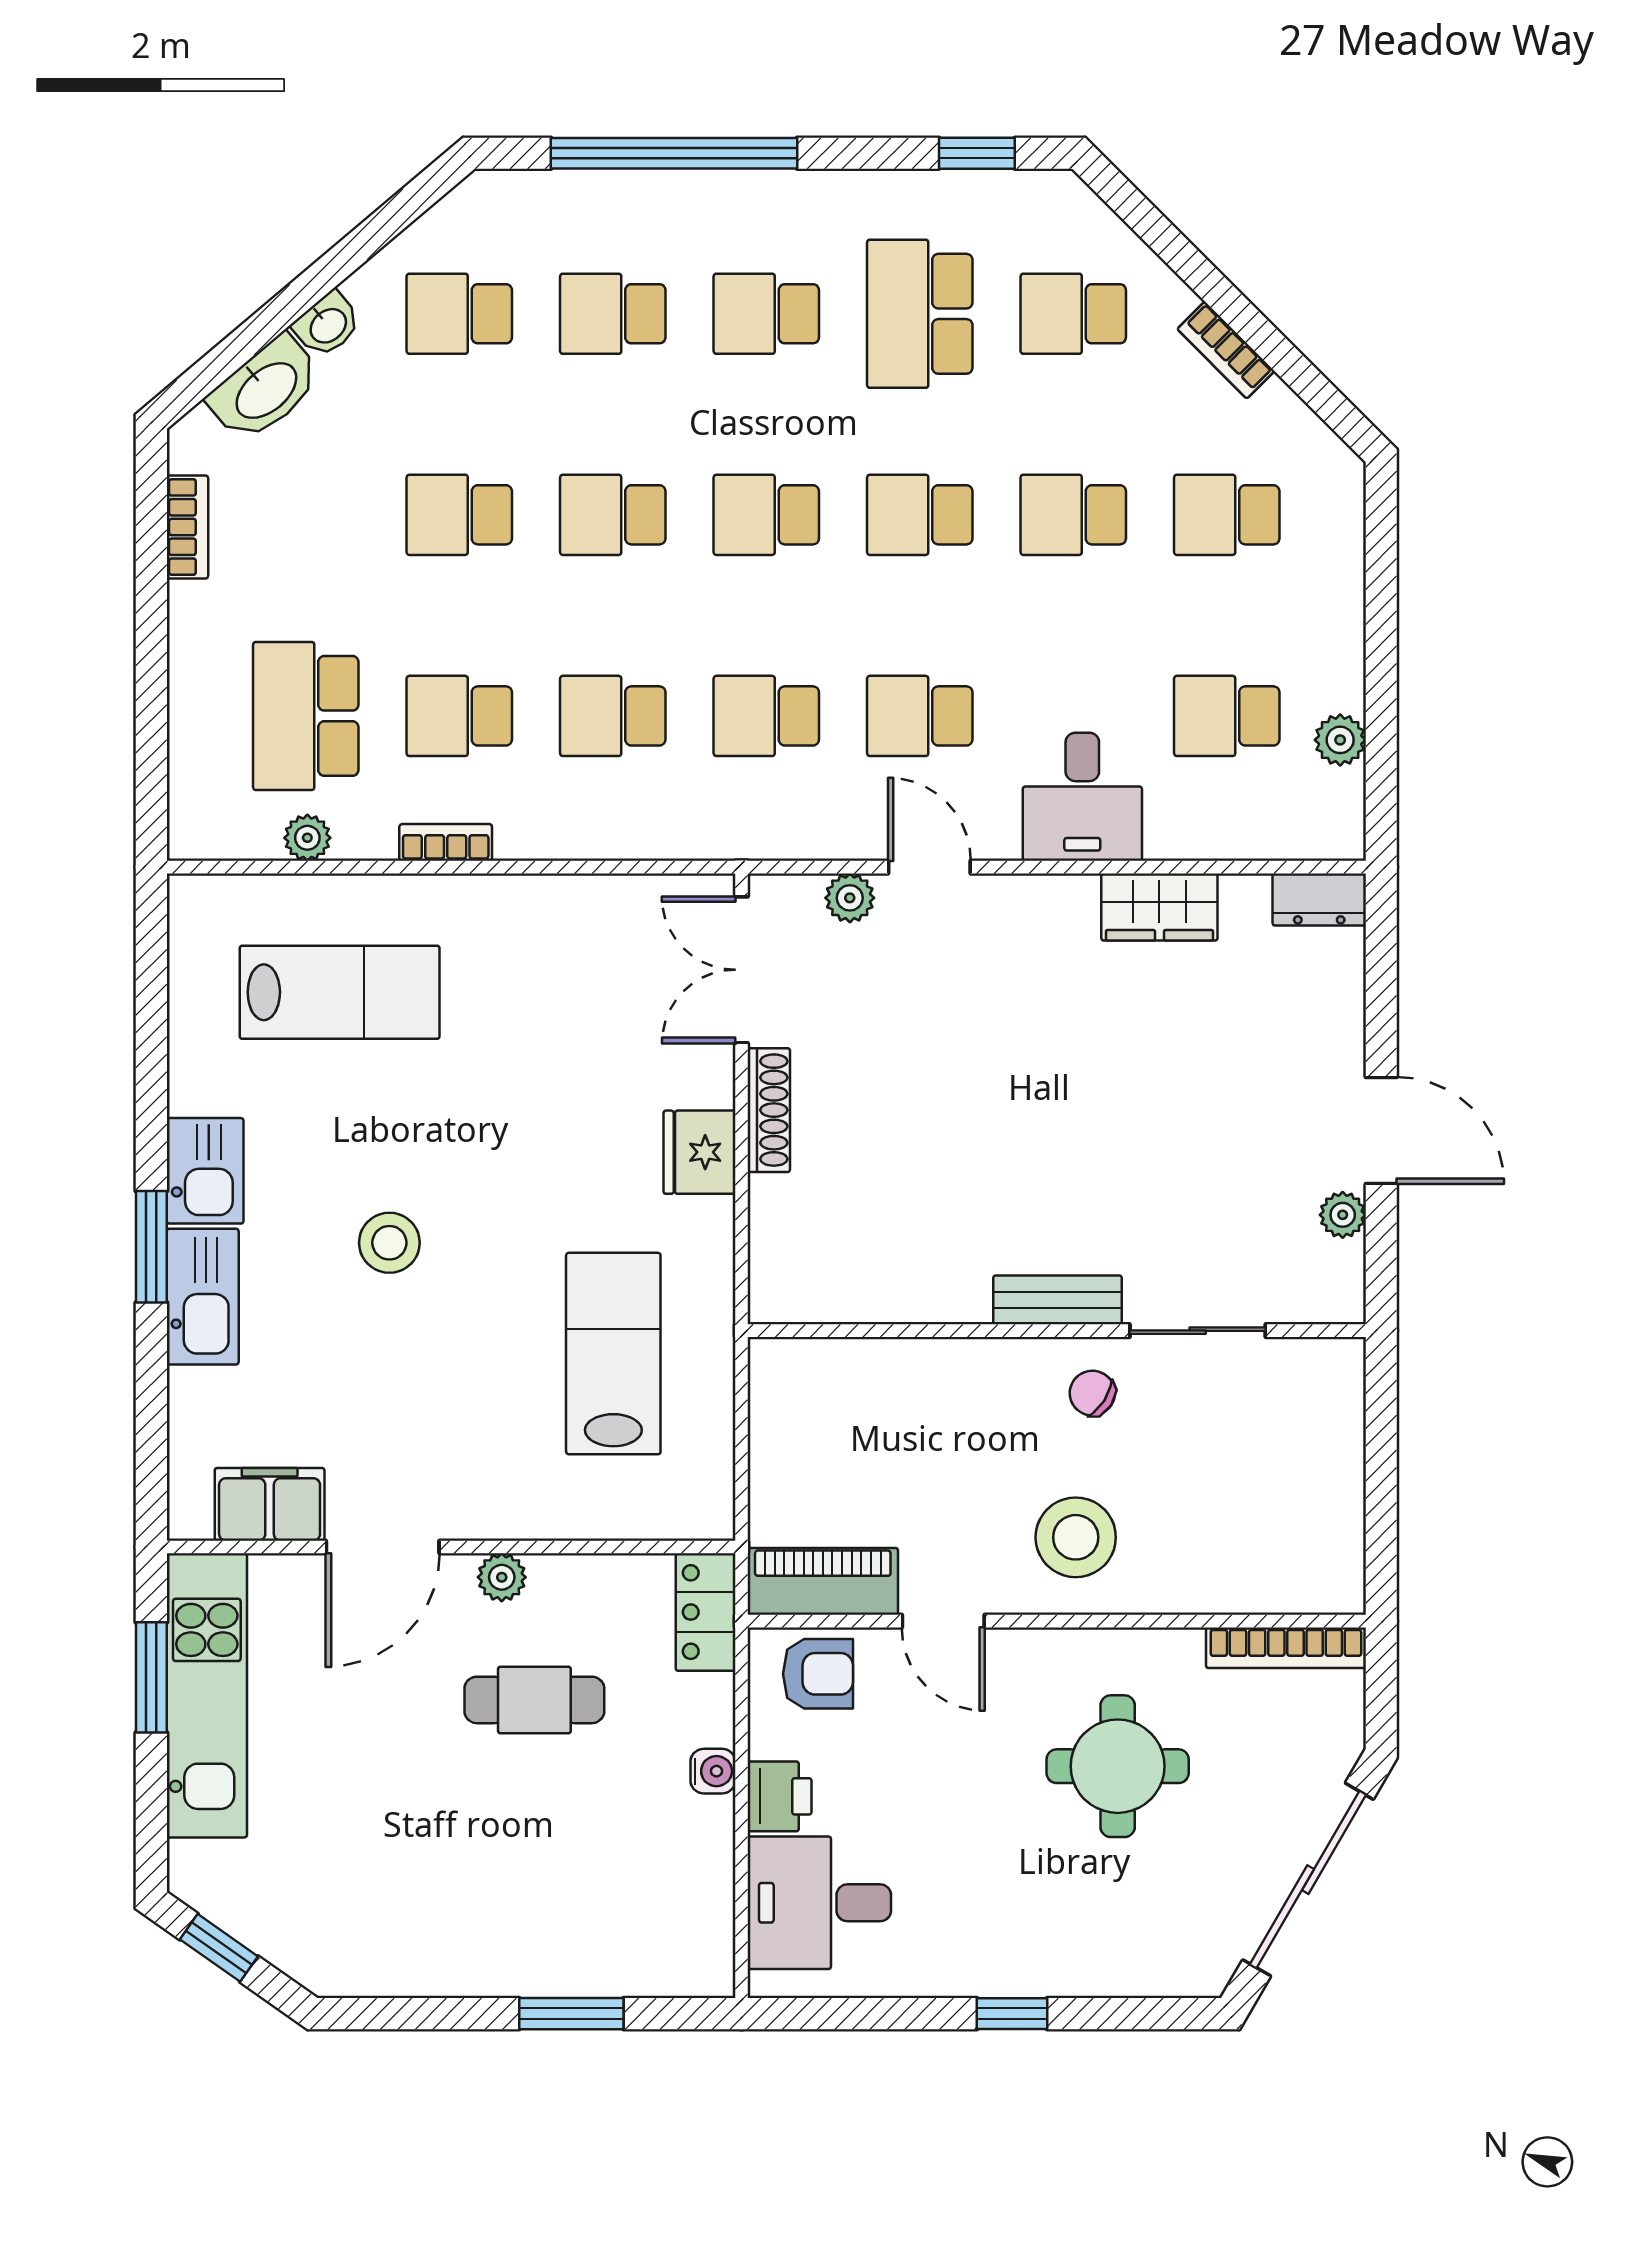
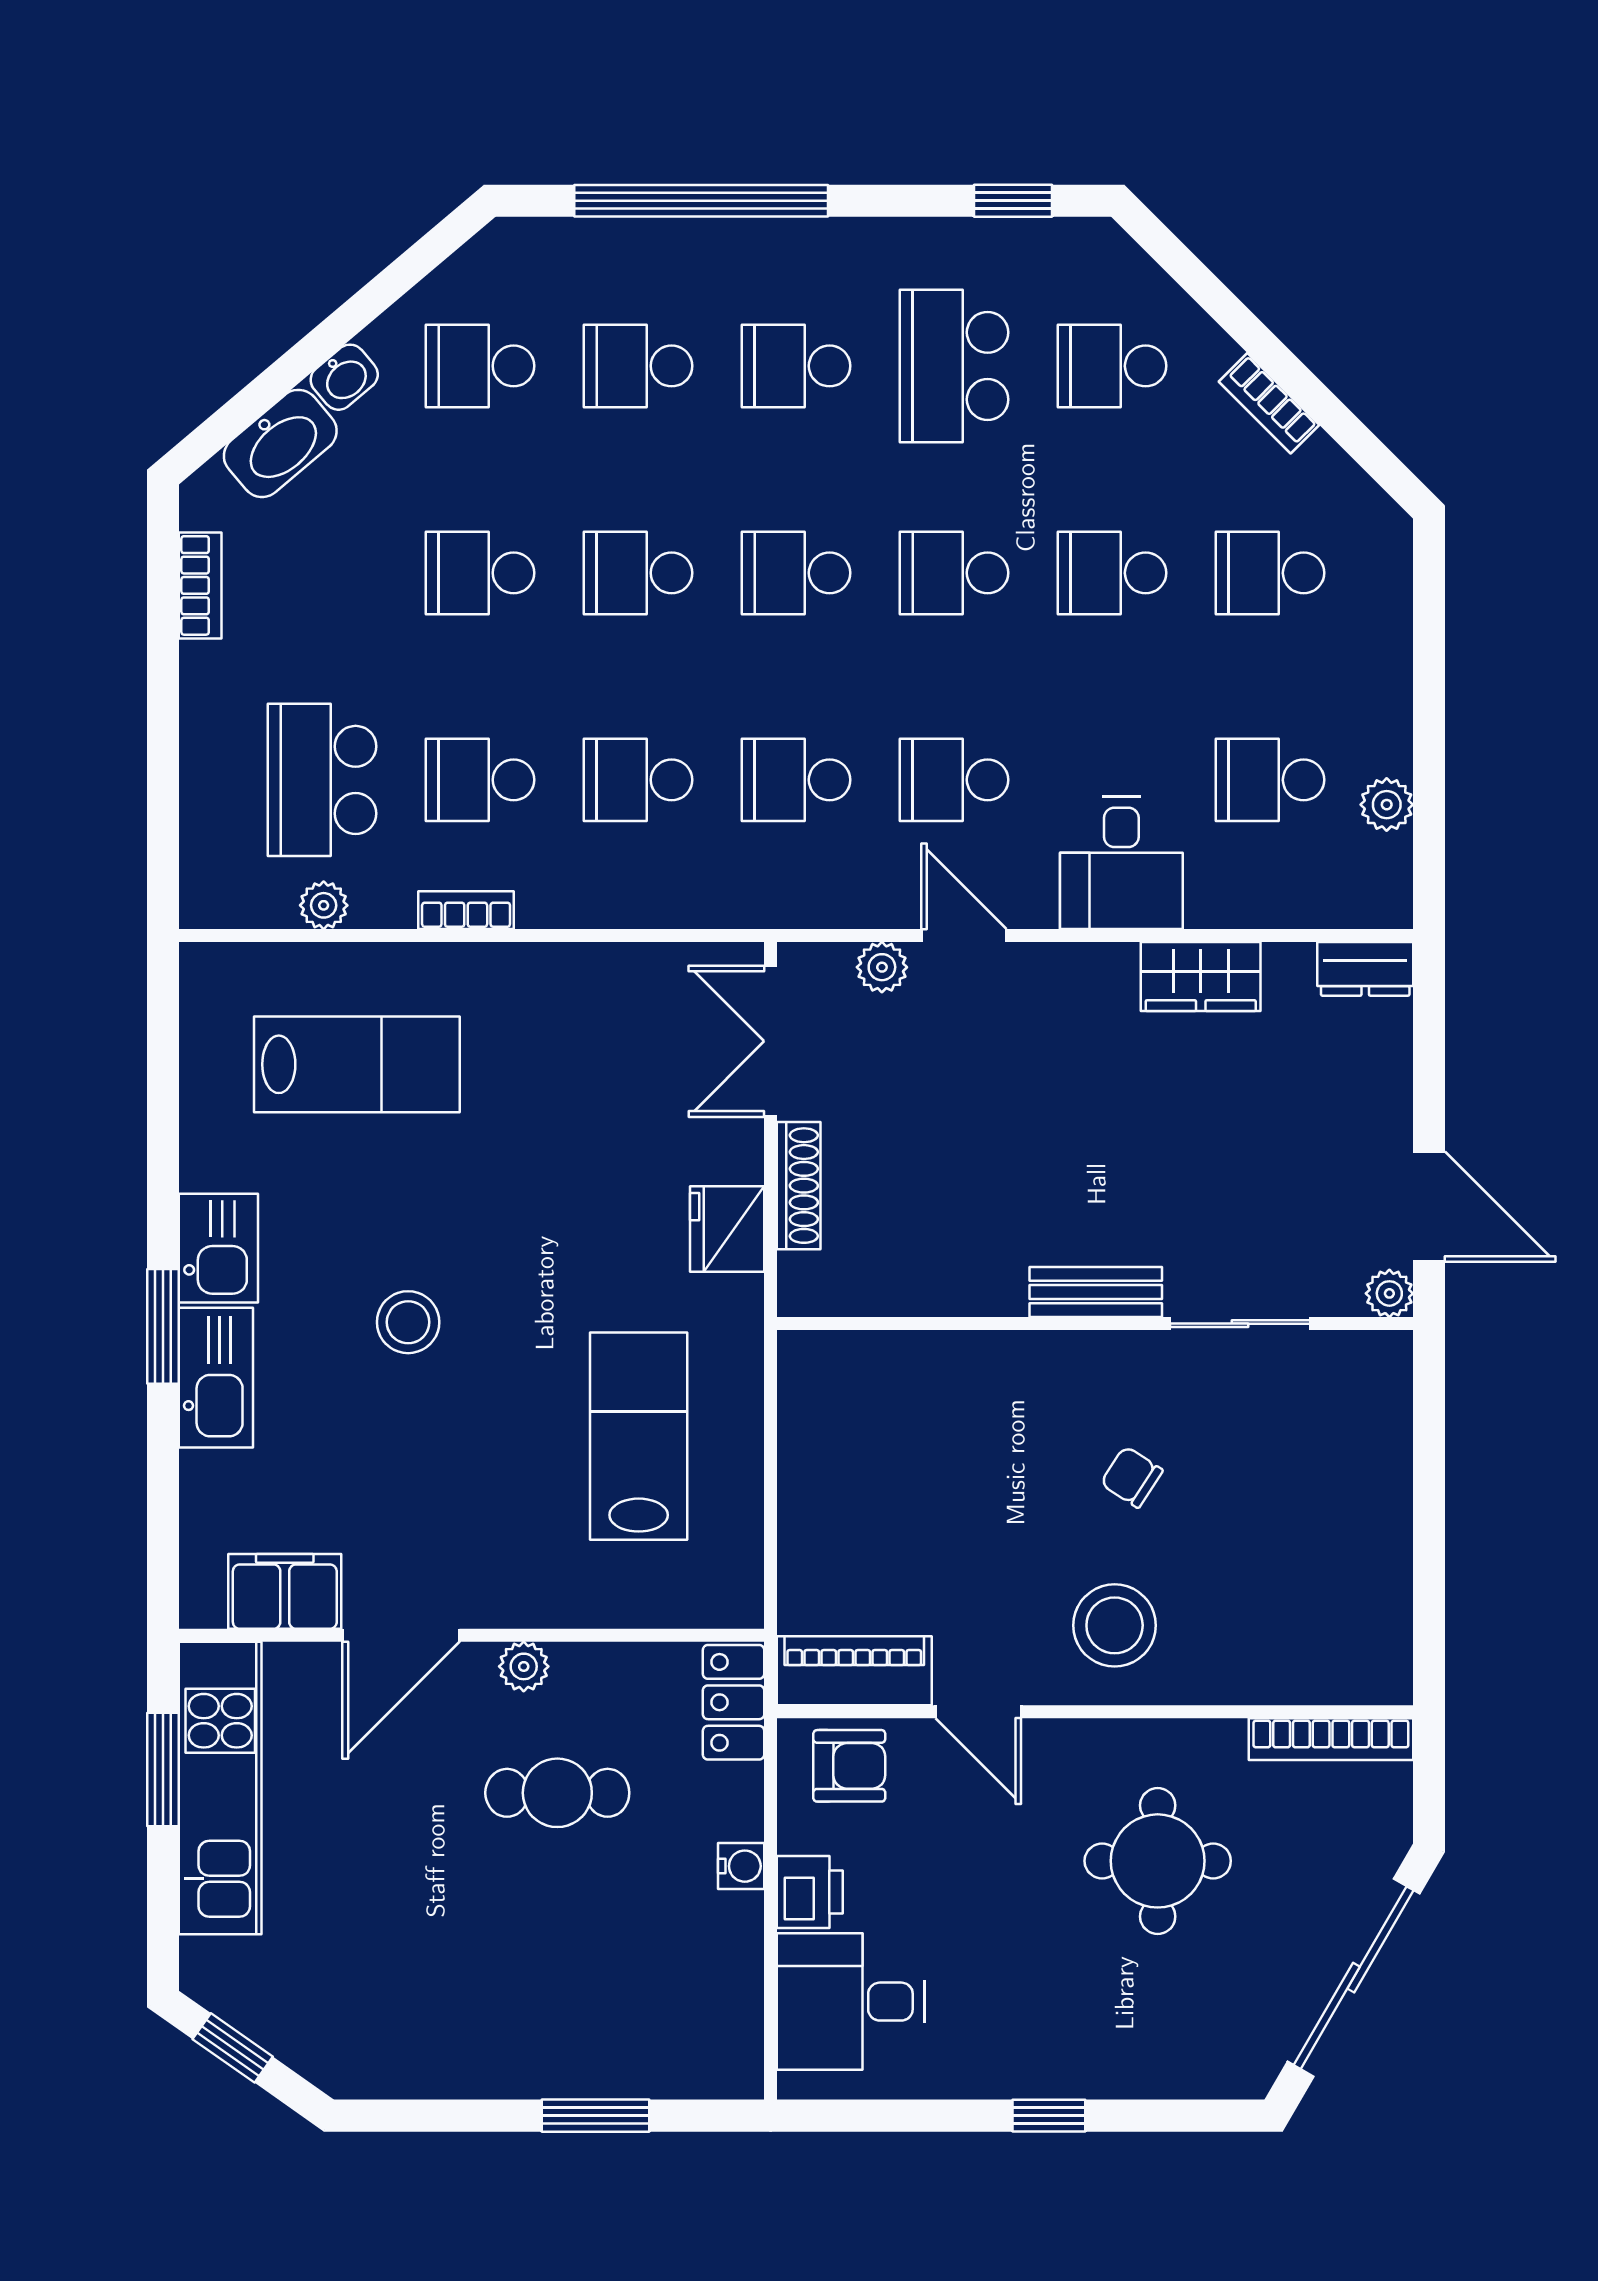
bench: (1058, 1300) -> (1096, 1292), moved
wall: (1057, 1331) -> (1095, 1324), moved
sliding door: (1198, 1331) -> (1240, 1324), moved

